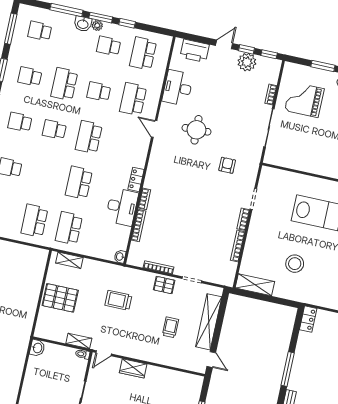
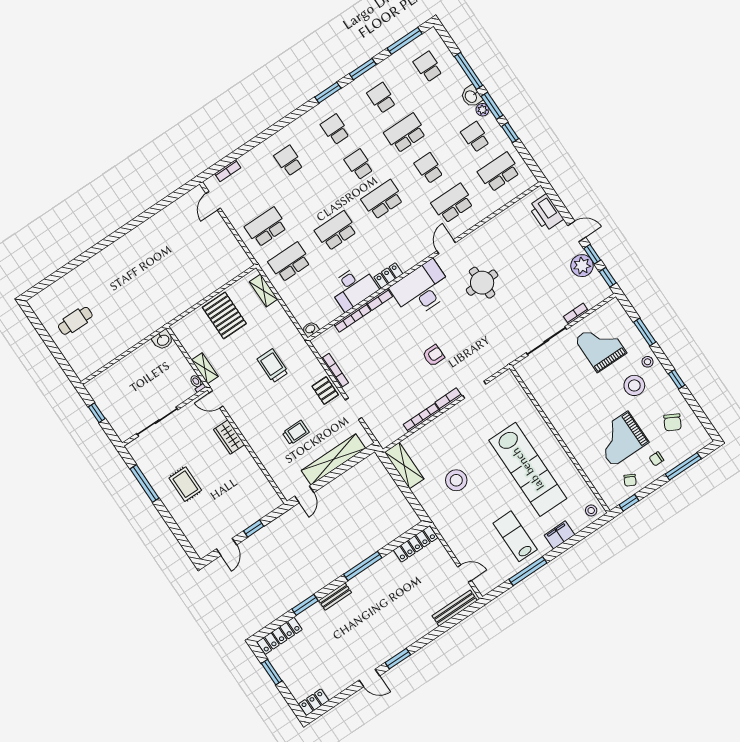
desk: (178, 88) -> (422, 289), moved, width x1.36, depth x1.30
armchair: (227, 165) -> (433, 355), moved
locker: (308, 319) -> (415, 544), width x1.53

